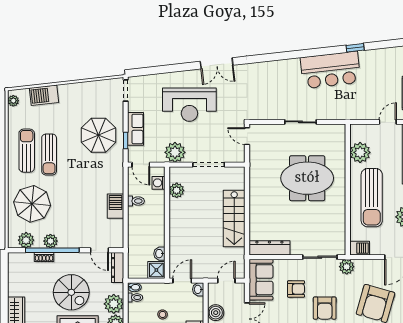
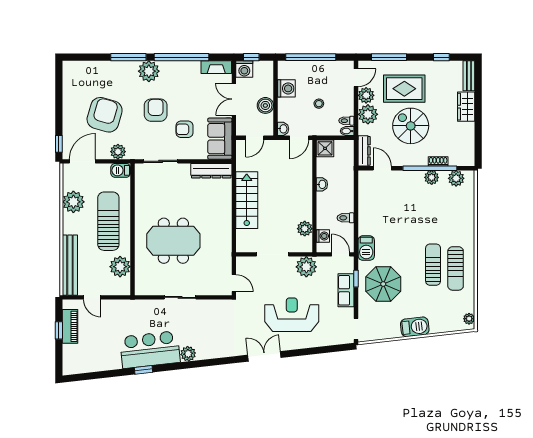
window: (355, 48) -> (144, 370), moved
plant: (292, 66) -> (188, 354), added
barbecue: (44, 95) -> (415, 327), moved
door: (388, 122) -> (92, 297), hinge flipped
parasol: (32, 204) -> (450, 215), removed
barbecue: (115, 206) -> (366, 248), moved
washbasin: (159, 254) -> (322, 184), moved
plant: (347, 267) -> (118, 152), moved

